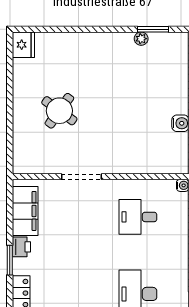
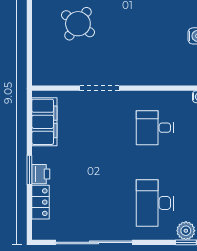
printer: (21, 247) -> (41, 174), moved

